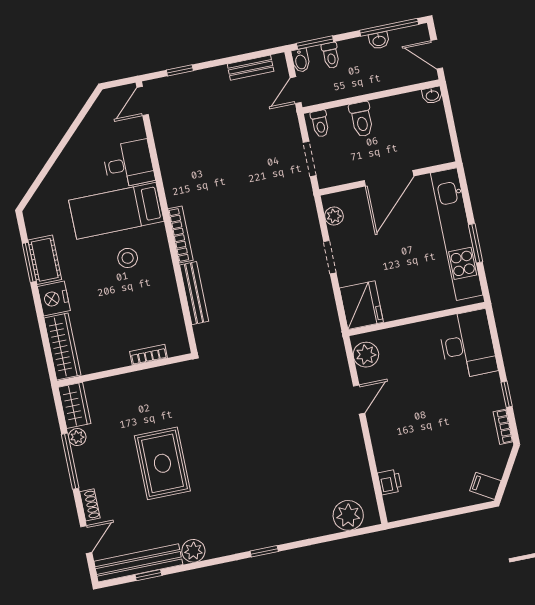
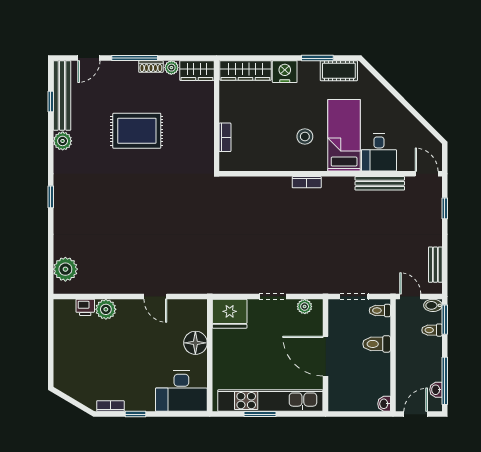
washbasin: (379, 41) -> (436, 390), moved
bookcase: (181, 235) -> (307, 182), width x0.64
cot: (45, 260) -> (339, 71), moved
bench: (194, 293) -> (380, 183), moved
floor lamp: (405, 339) -> (195, 343), added
plant: (366, 355) -> (106, 309), moved
window: (70, 461) -> (135, 58), moved
filing cabinet: (485, 486) -> (67, 382), removed
shoe rack: (90, 505) -> (151, 67), moved
door: (86, 540) -> (89, 58), hinge flipped

